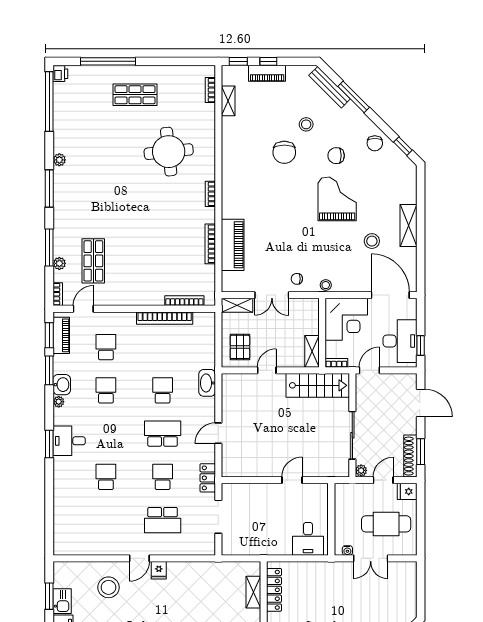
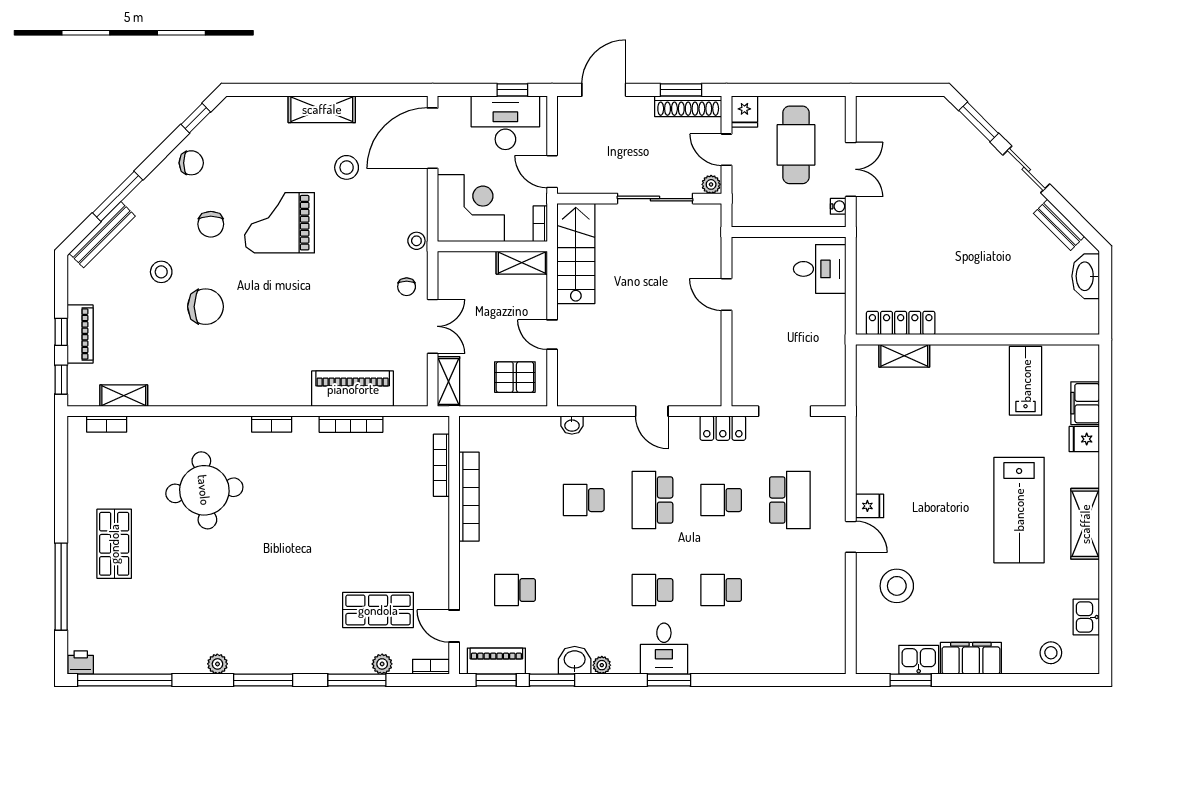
washbasin: (207, 383) -> (572, 425), width x0.52, depth x0.69
school desk: (106, 390) -> (652, 590), moved

